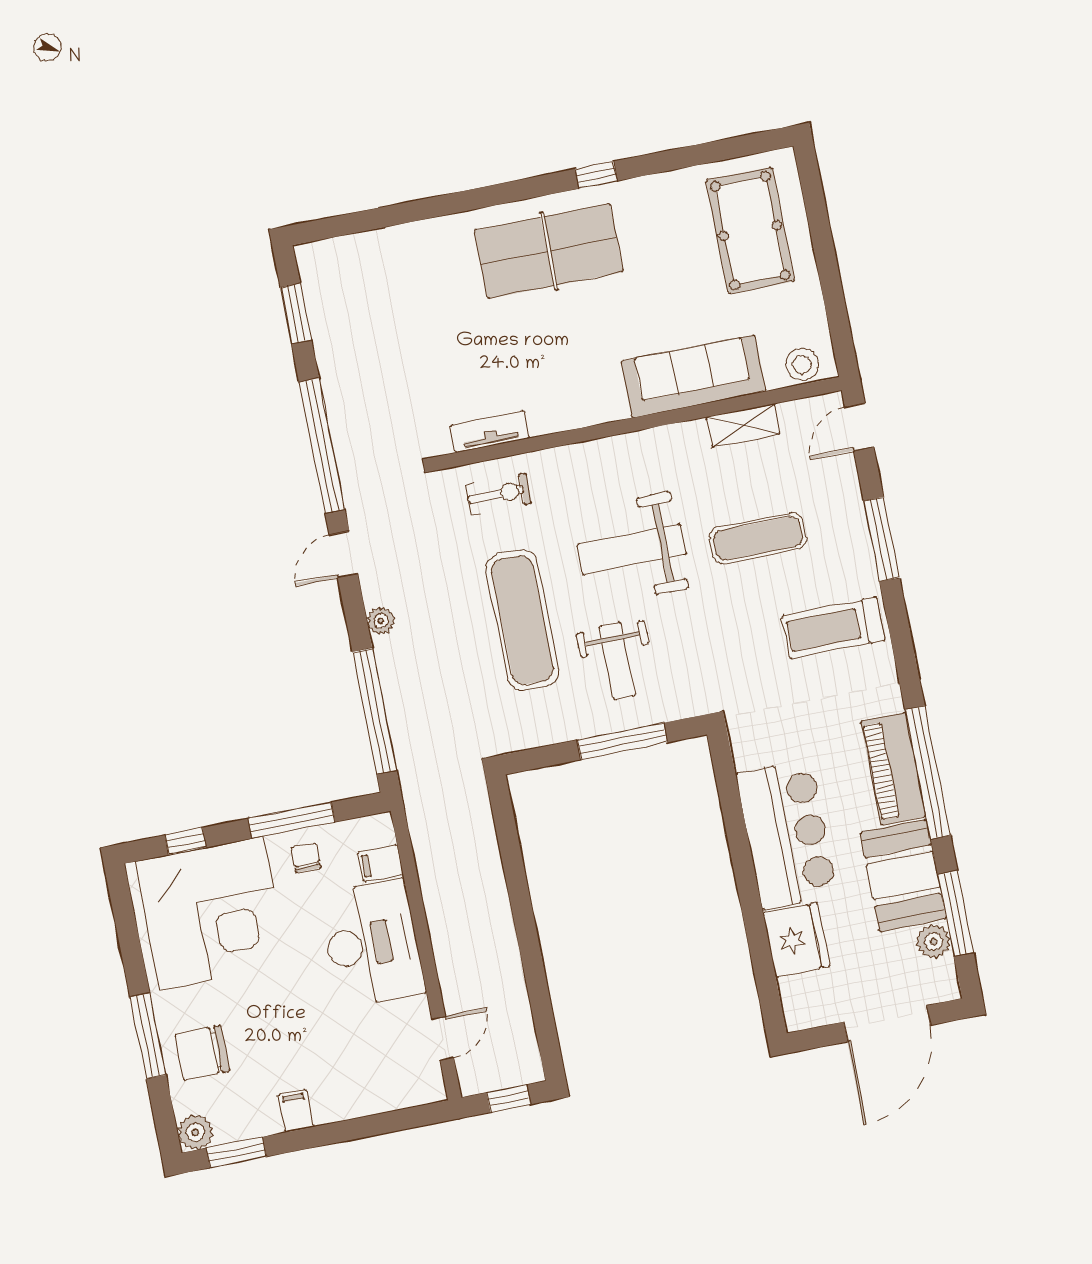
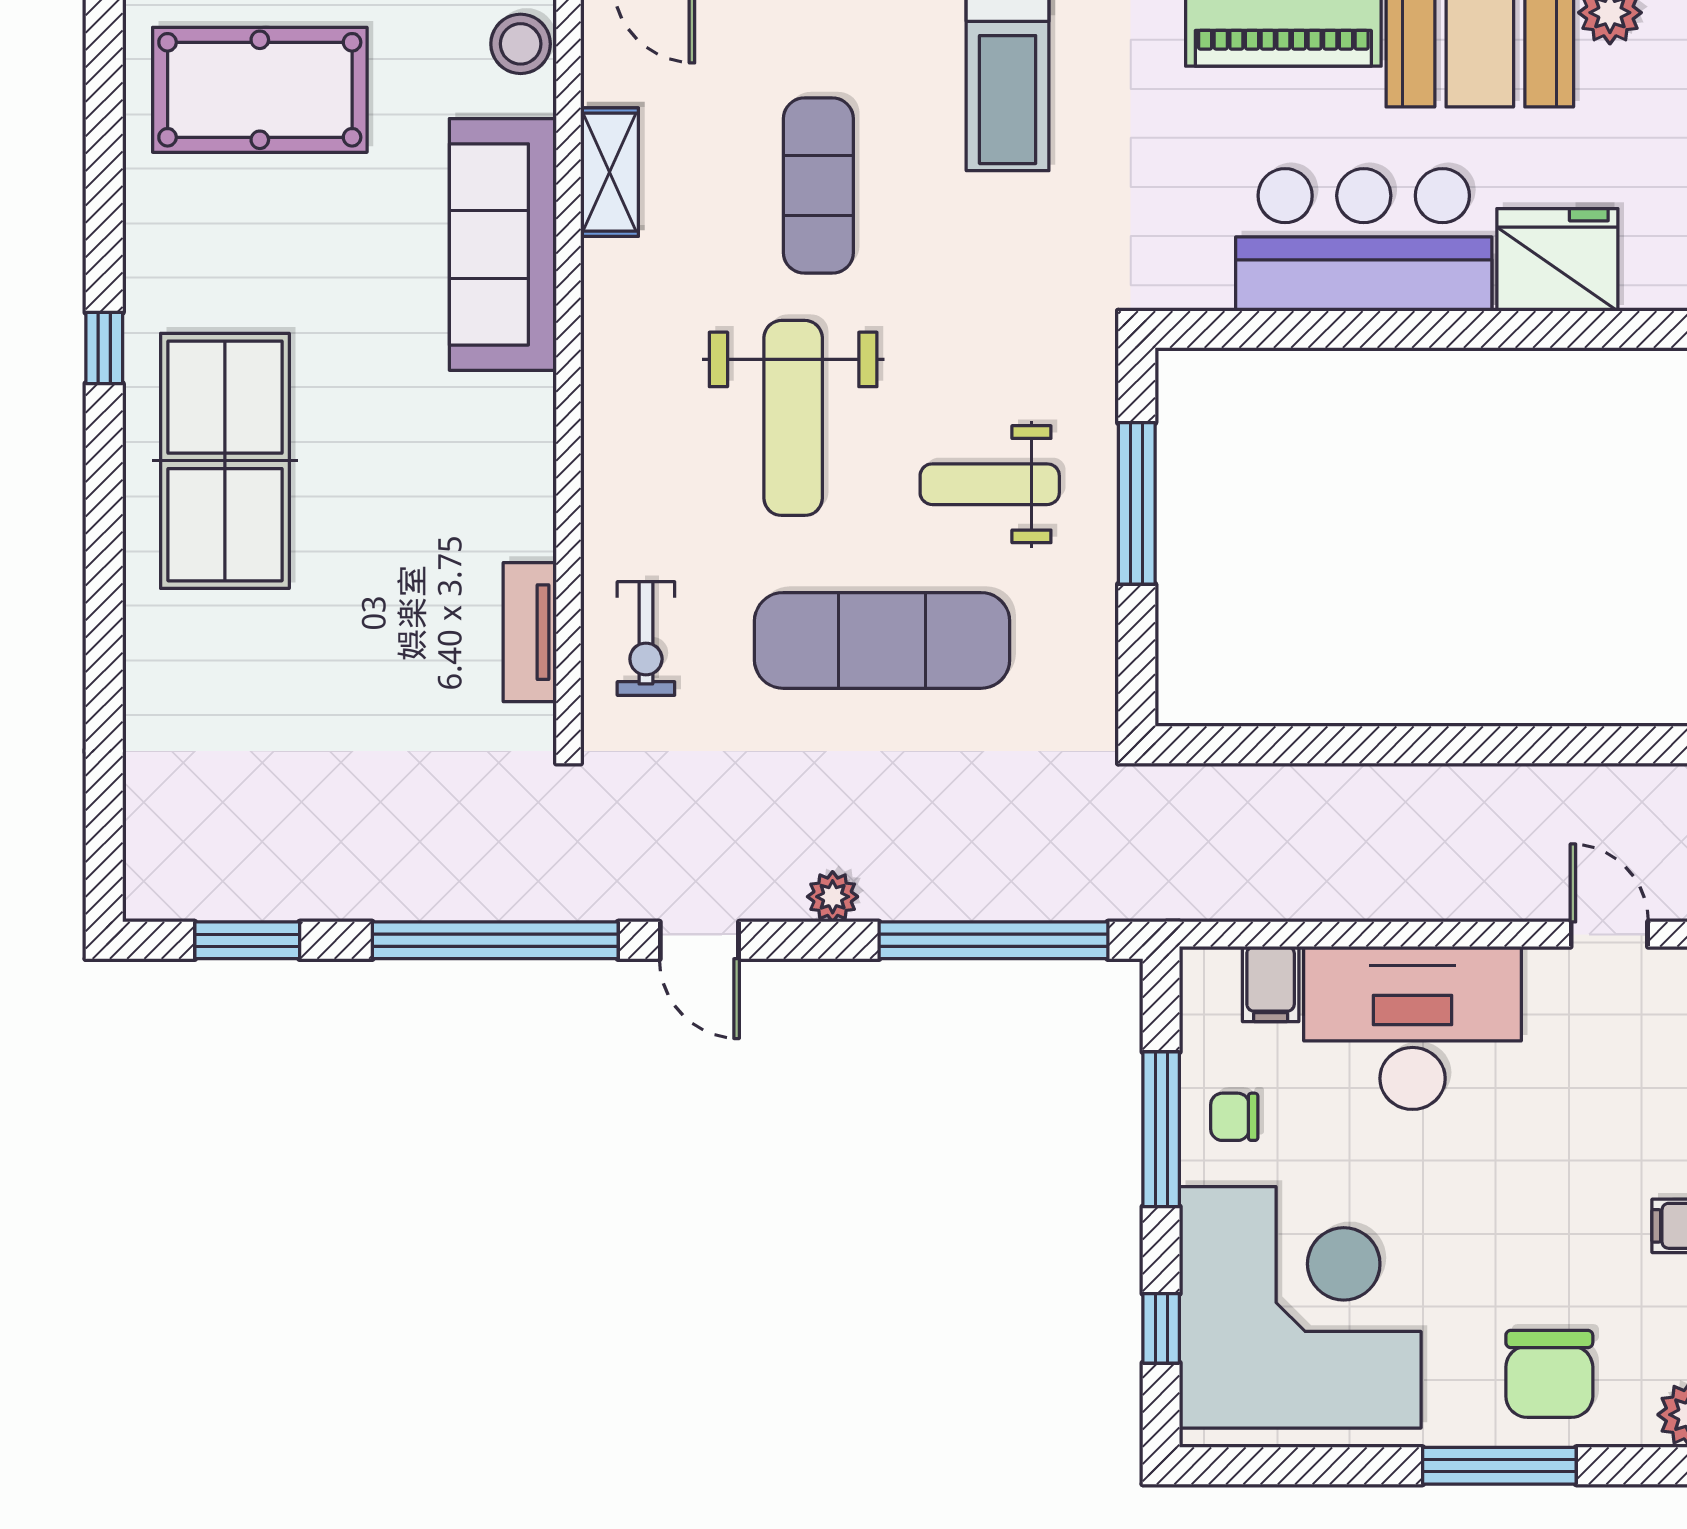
exercise bike: (499, 494) -> (646, 639), turned 180
weight bench: (617, 661) -> (990, 484), turned 180

